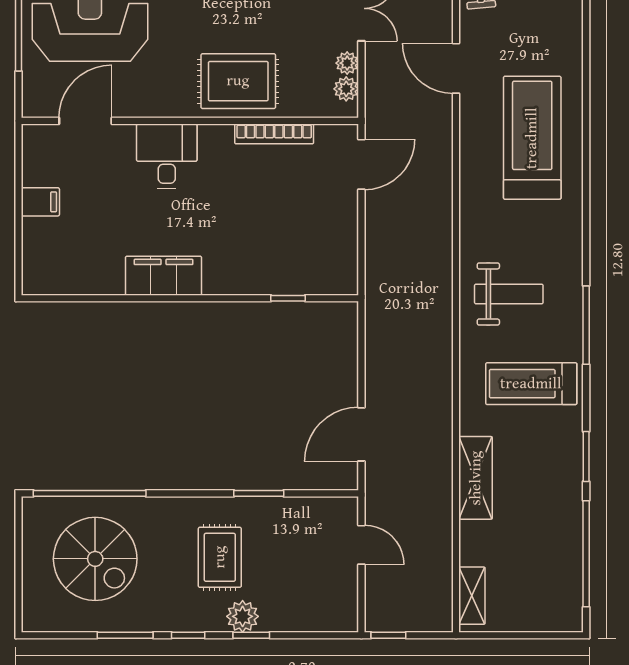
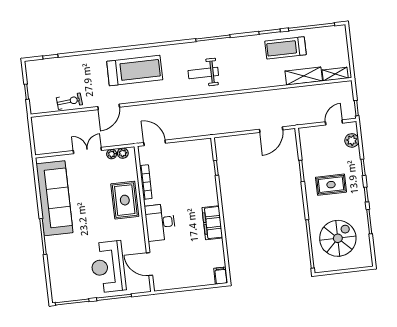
treadmill: (532, 138) -> (135, 71), turned 180
desk: (167, 156) -> (160, 222), width x1.37
filing cabinet: (40, 202) -> (221, 276), moved
weight bench: (509, 294) -> (203, 73), turned -90
treadmill: (531, 384) -> (285, 48), moved, turned 90
door: (361, 434) -> (271, 130), hinge flipped
shelving: (476, 478) -> (304, 76), moved
door: (361, 545) -> (334, 122), moved
plant: (243, 616) -> (352, 140), moved

